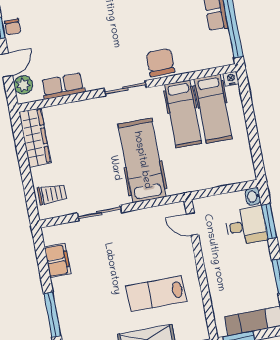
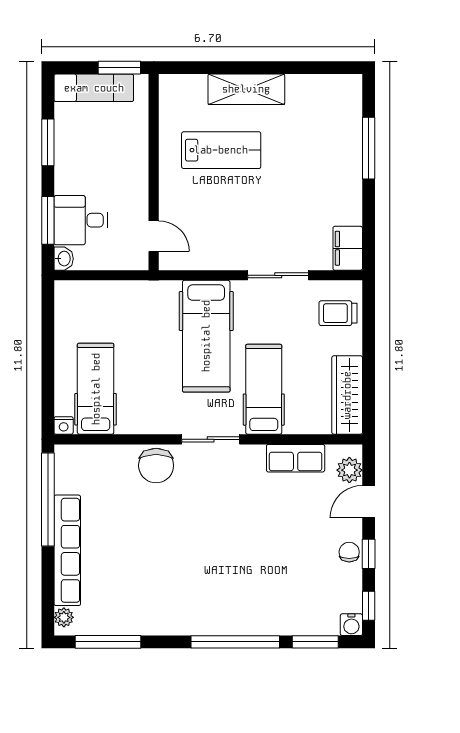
hospital bed: (183, 114) -> (264, 389), moved
filing cabinet: (57, 260) -> (348, 248), moved

